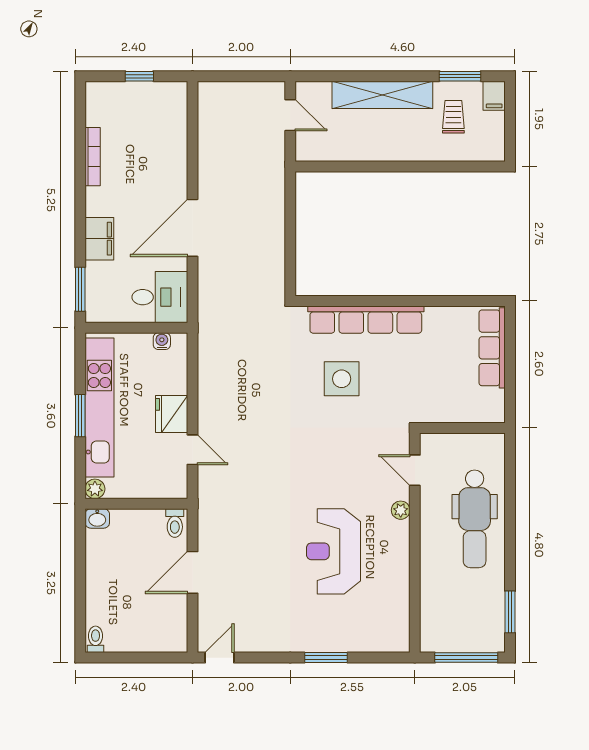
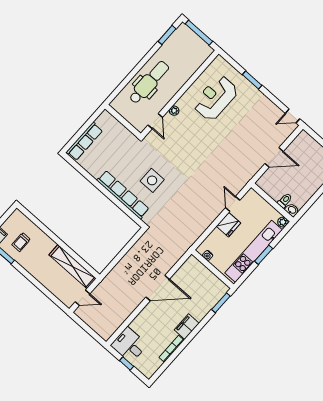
shelving: (382, 95) -> (73, 267), moved
door: (290, 115) -> (82, 298), swing flipped
filing cabinet: (99, 239) -> (187, 327), moved
desk: (160, 297) -> (129, 345), moved
toilet: (175, 523) -> (285, 201), moved
reception desk: (333, 551) -> (216, 98), moved, turned 180

